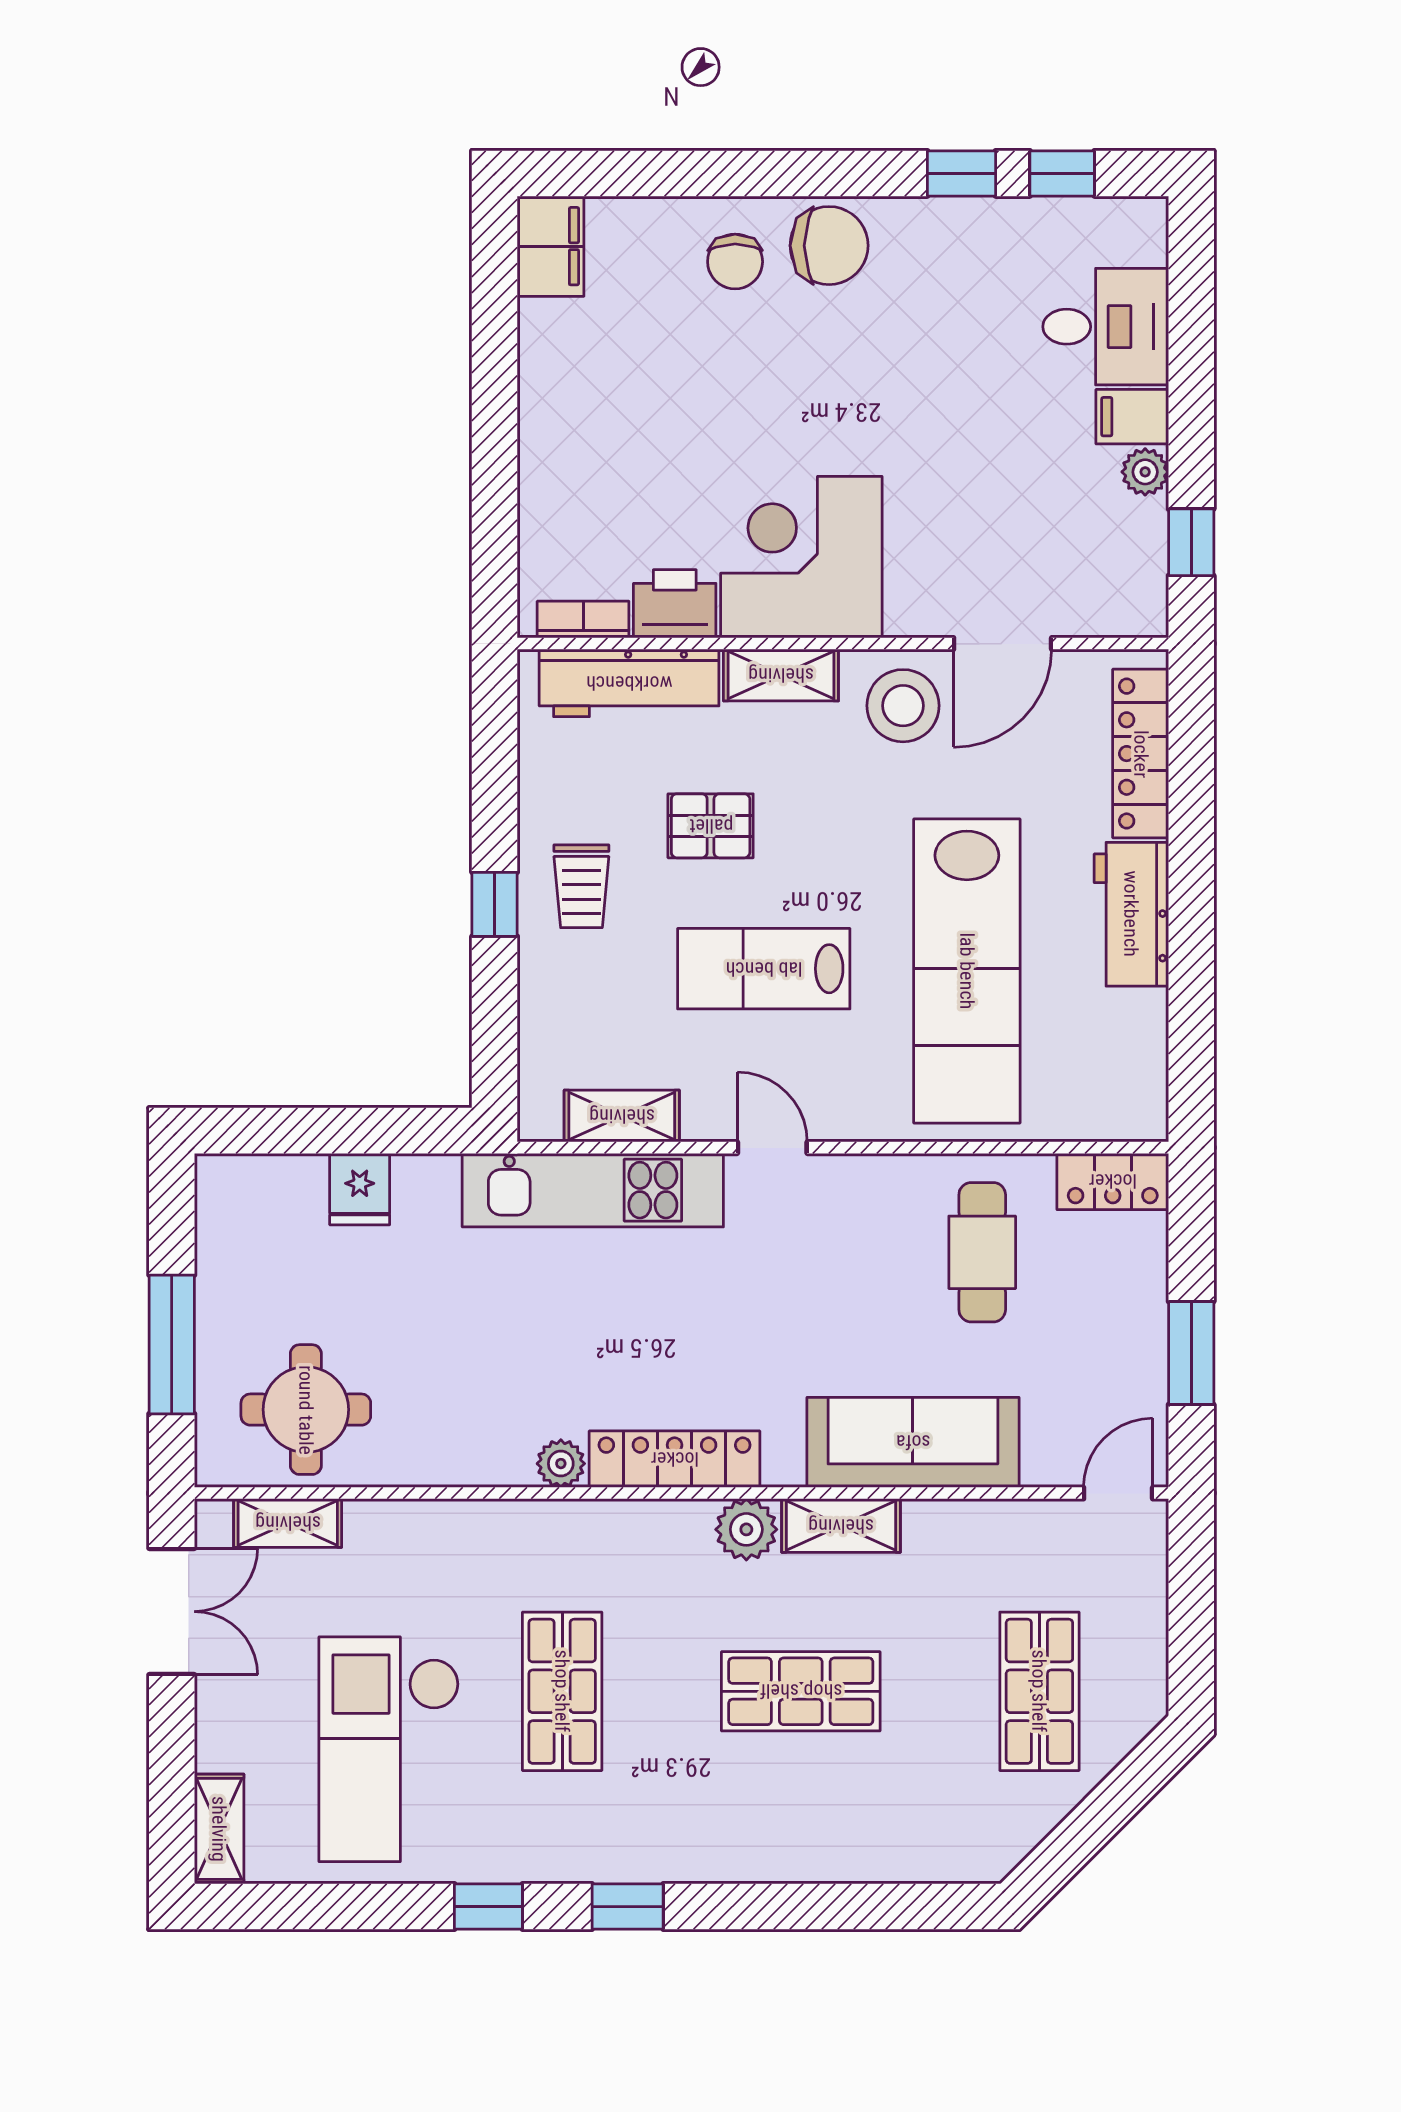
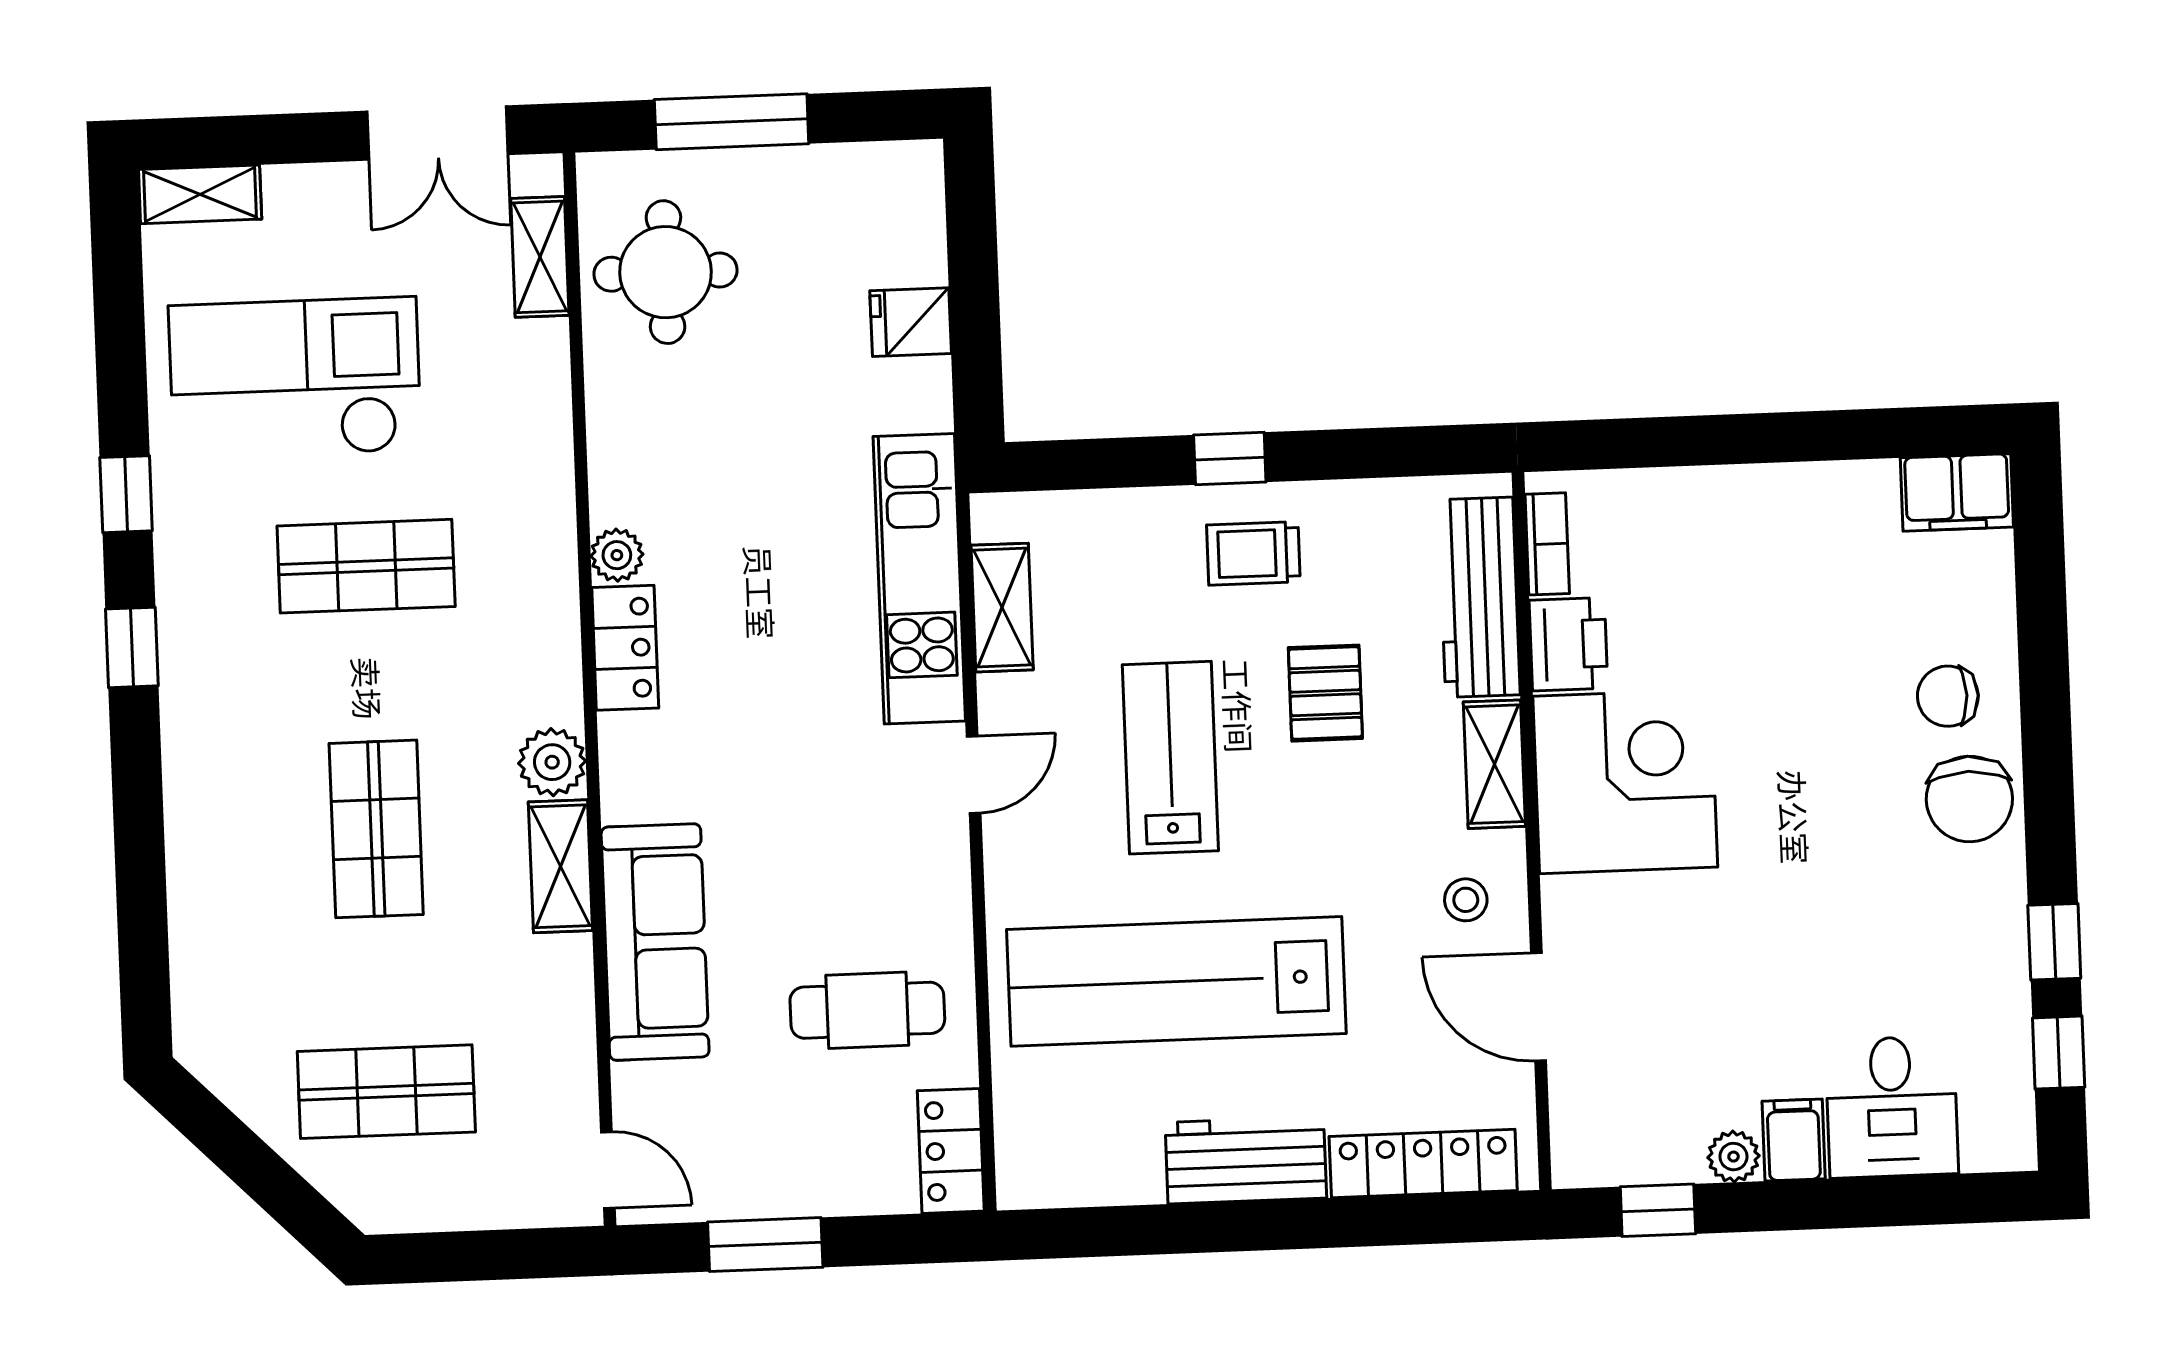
stool: (903, 706) -> (1466, 900), width x0.53, depth x0.53
locker: (675, 1459) -> (625, 648), width x0.66

